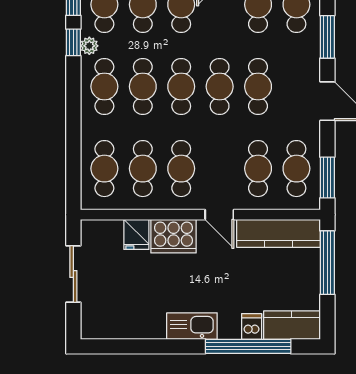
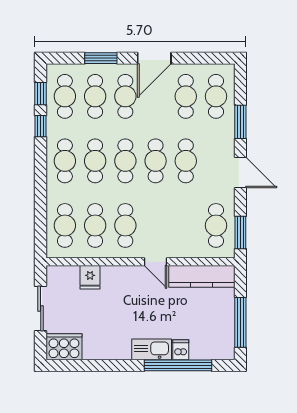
plant: (89, 46) -> (53, 129), removed
cafe table: (258, 169) -> (186, 225), removed
cooker: (174, 236) -> (64, 347), moved, turned 180
window: (327, 263) -> (240, 322), moved
kitchen counter: (292, 325) -> (212, 349), removed
kitchen sink: (192, 326) -> (152, 349), moved

